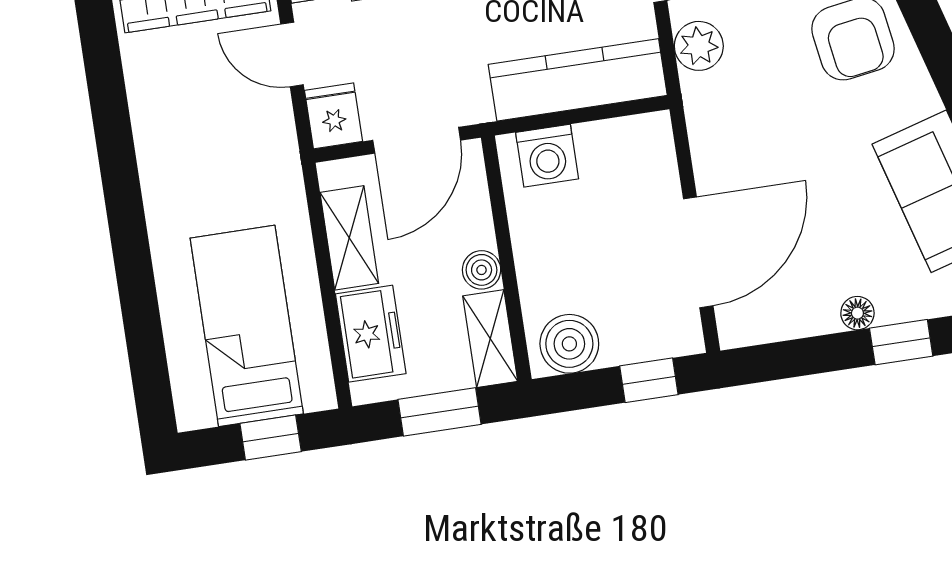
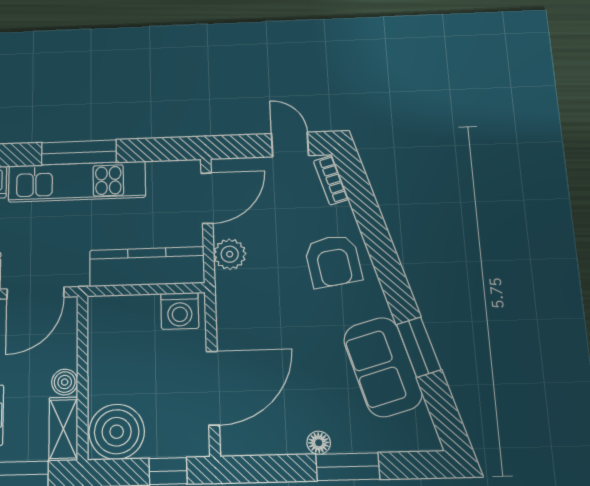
washing machine: (547, 156) -> (180, 311), moved
window: (901, 342) -> (348, 467), width x1.50
boiler: (569, 344) -> (117, 432), width x1.37, depth x1.37

